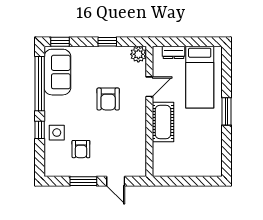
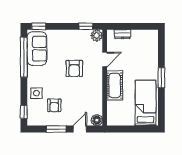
window: (107, 42) -> (86, 26), moved
bed: (200, 77) -> (146, 103), moved, turned 180
window: (40, 130) -> (24, 112), moved
floor lamp: (139, 169) -> (97, 120), added
door: (116, 181) -> (80, 129), swing flipped

